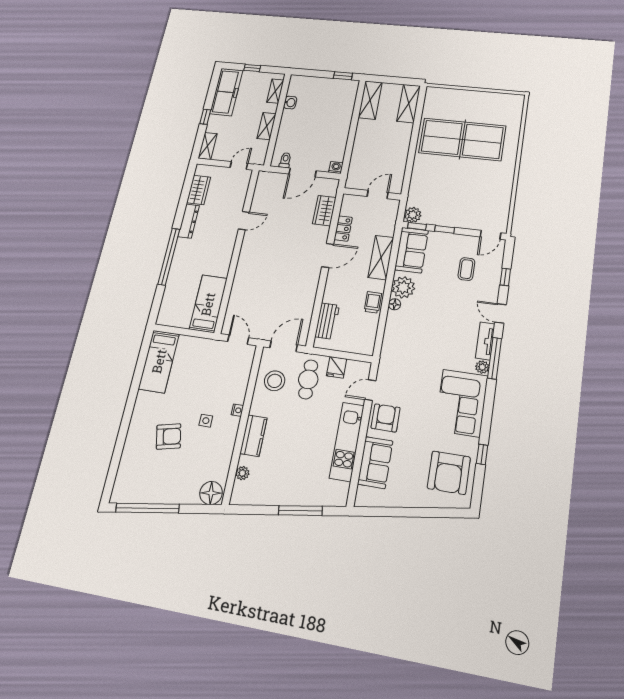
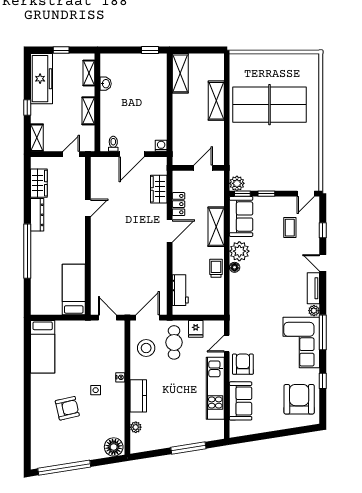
shelving: (409, 103) -> (216, 101), moved
window: (495, 358) -> (323, 332), moved
armchair: (449, 473) -> (299, 399), turned 180

